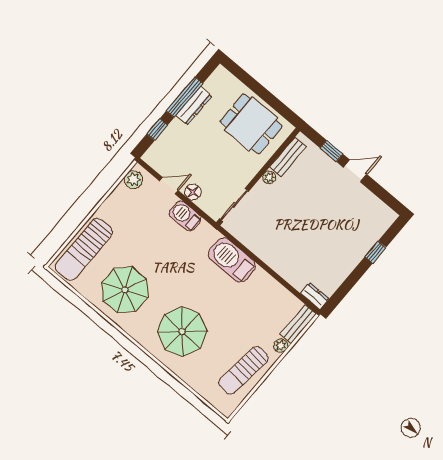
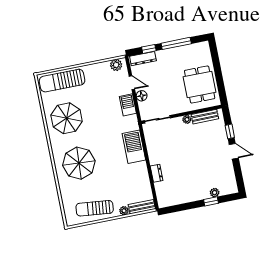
dresser: (194, 106) -> (143, 59), moved
plant: (371, 238) -> (215, 193), added
dresser: (315, 296) -> (157, 173), moved

